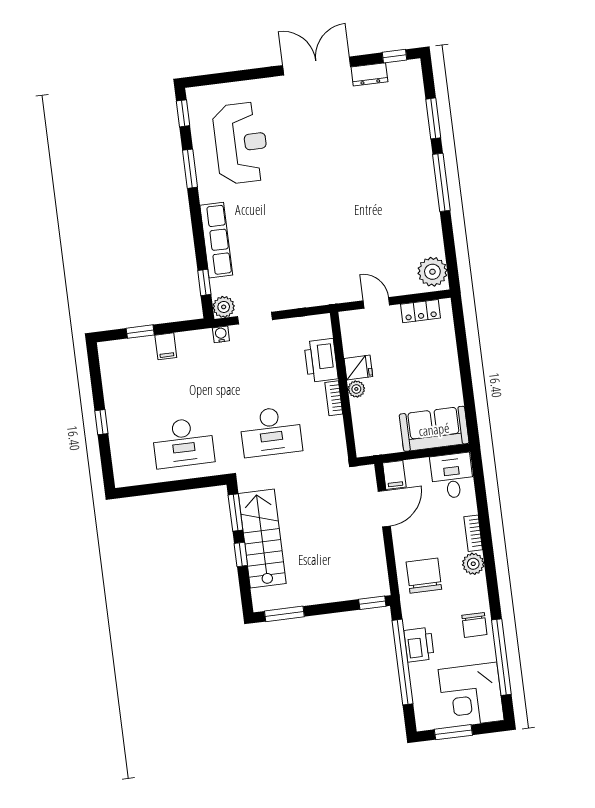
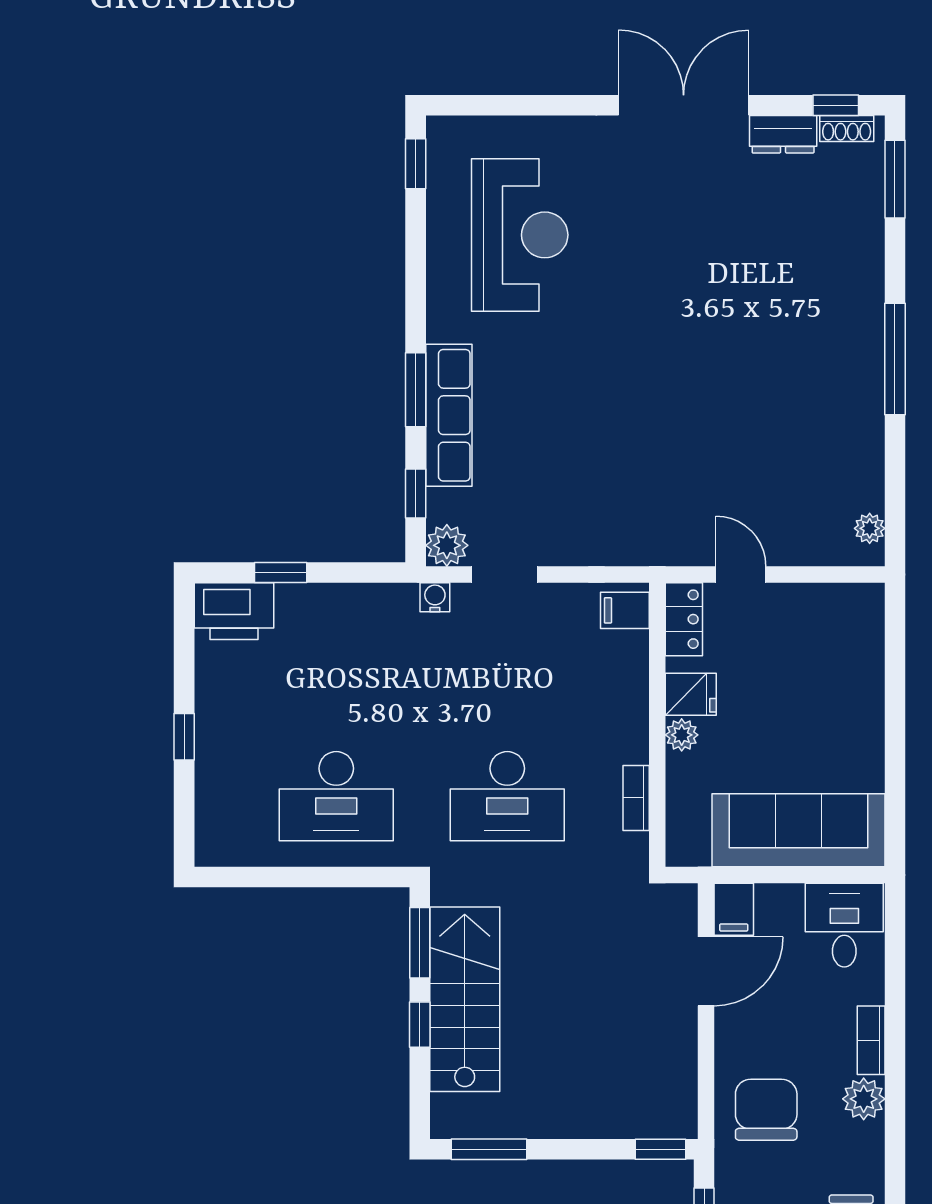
shoe rack: (402, 67) -> (847, 129), added
window: (433, 118) -> (895, 179), moved
window: (190, 169) -> (416, 390), moved
plant: (432, 272) -> (870, 528), width x0.53, depth x0.53
locker: (420, 311) -> (684, 619), moved, turned -90
filing cabinet: (166, 346) -> (625, 610), moved, turned 90
printer: (321, 360) -> (234, 611), moved, turned -90
bookcase: (334, 398) -> (636, 798), moved
sofa: (434, 429) -> (798, 830), width x1.36

